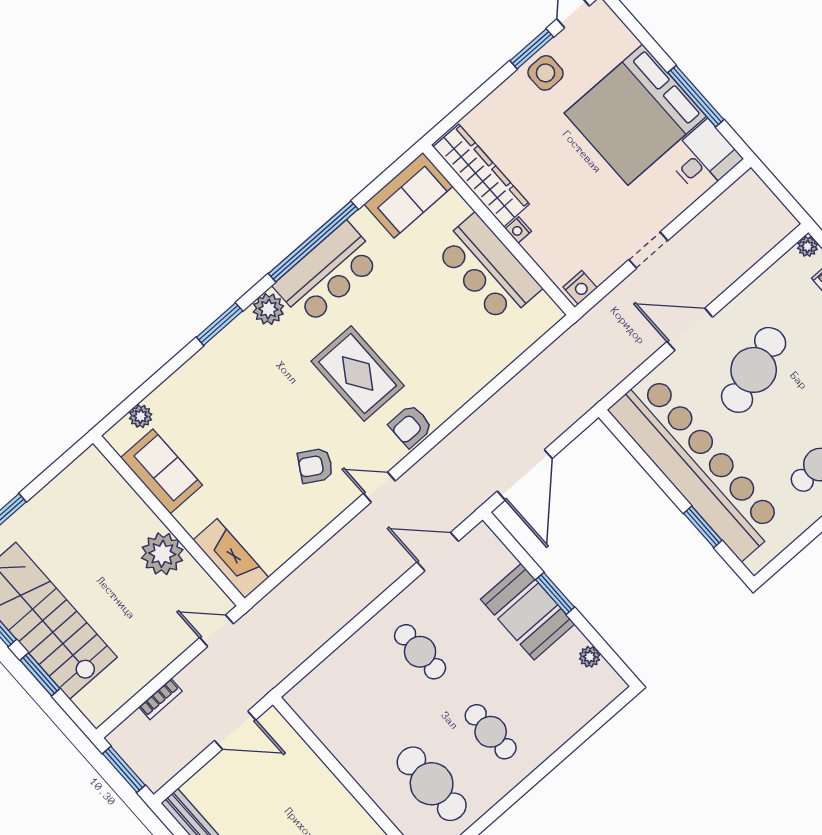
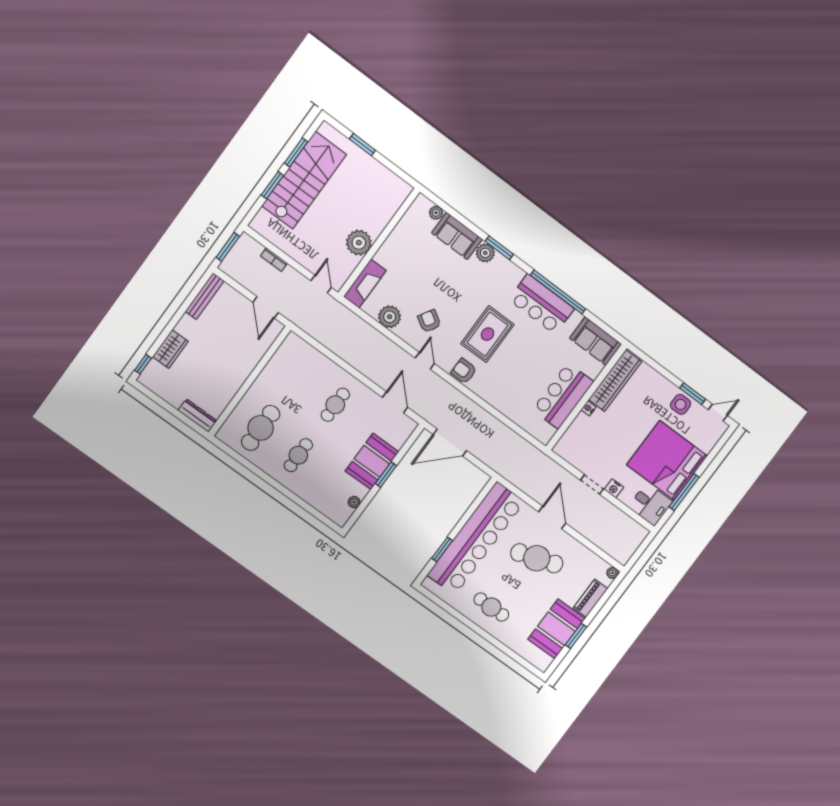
nightstand: (580, 287) -> (614, 488), moved
plant: (268, 309) -> (485, 253), moved
sofa: (162, 471) -> (457, 236), moved, turned 90
plant: (294, 530) -> (390, 317), added

